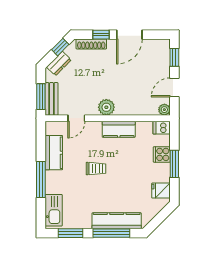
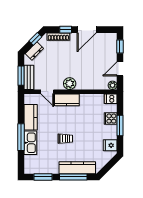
door: (76, 118) -> (47, 92), hinge flipped
kitchen counter: (119, 129) -> (67, 100), moved
trolley: (96, 169) -> (65, 139), moved
kitchen sink: (54, 210) -> (30, 143), moved

